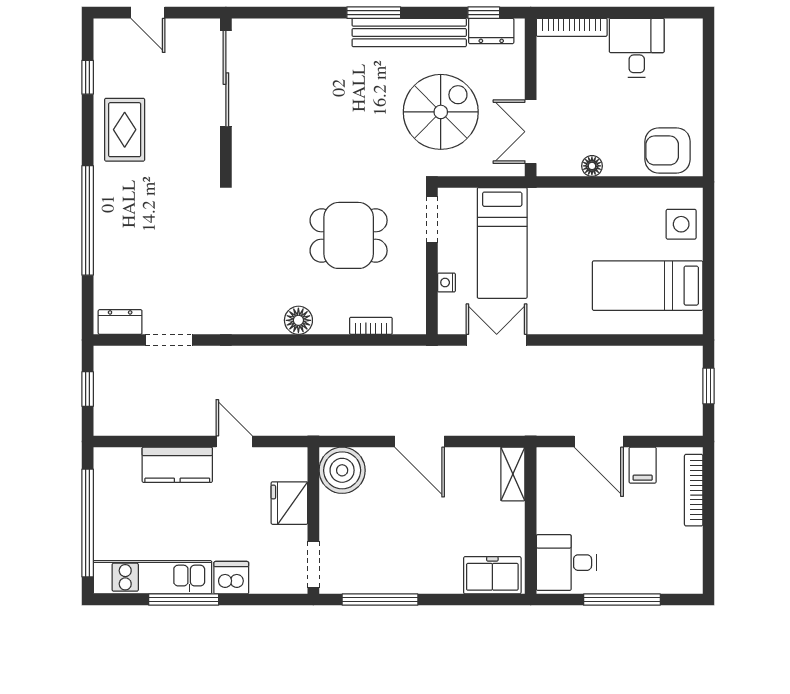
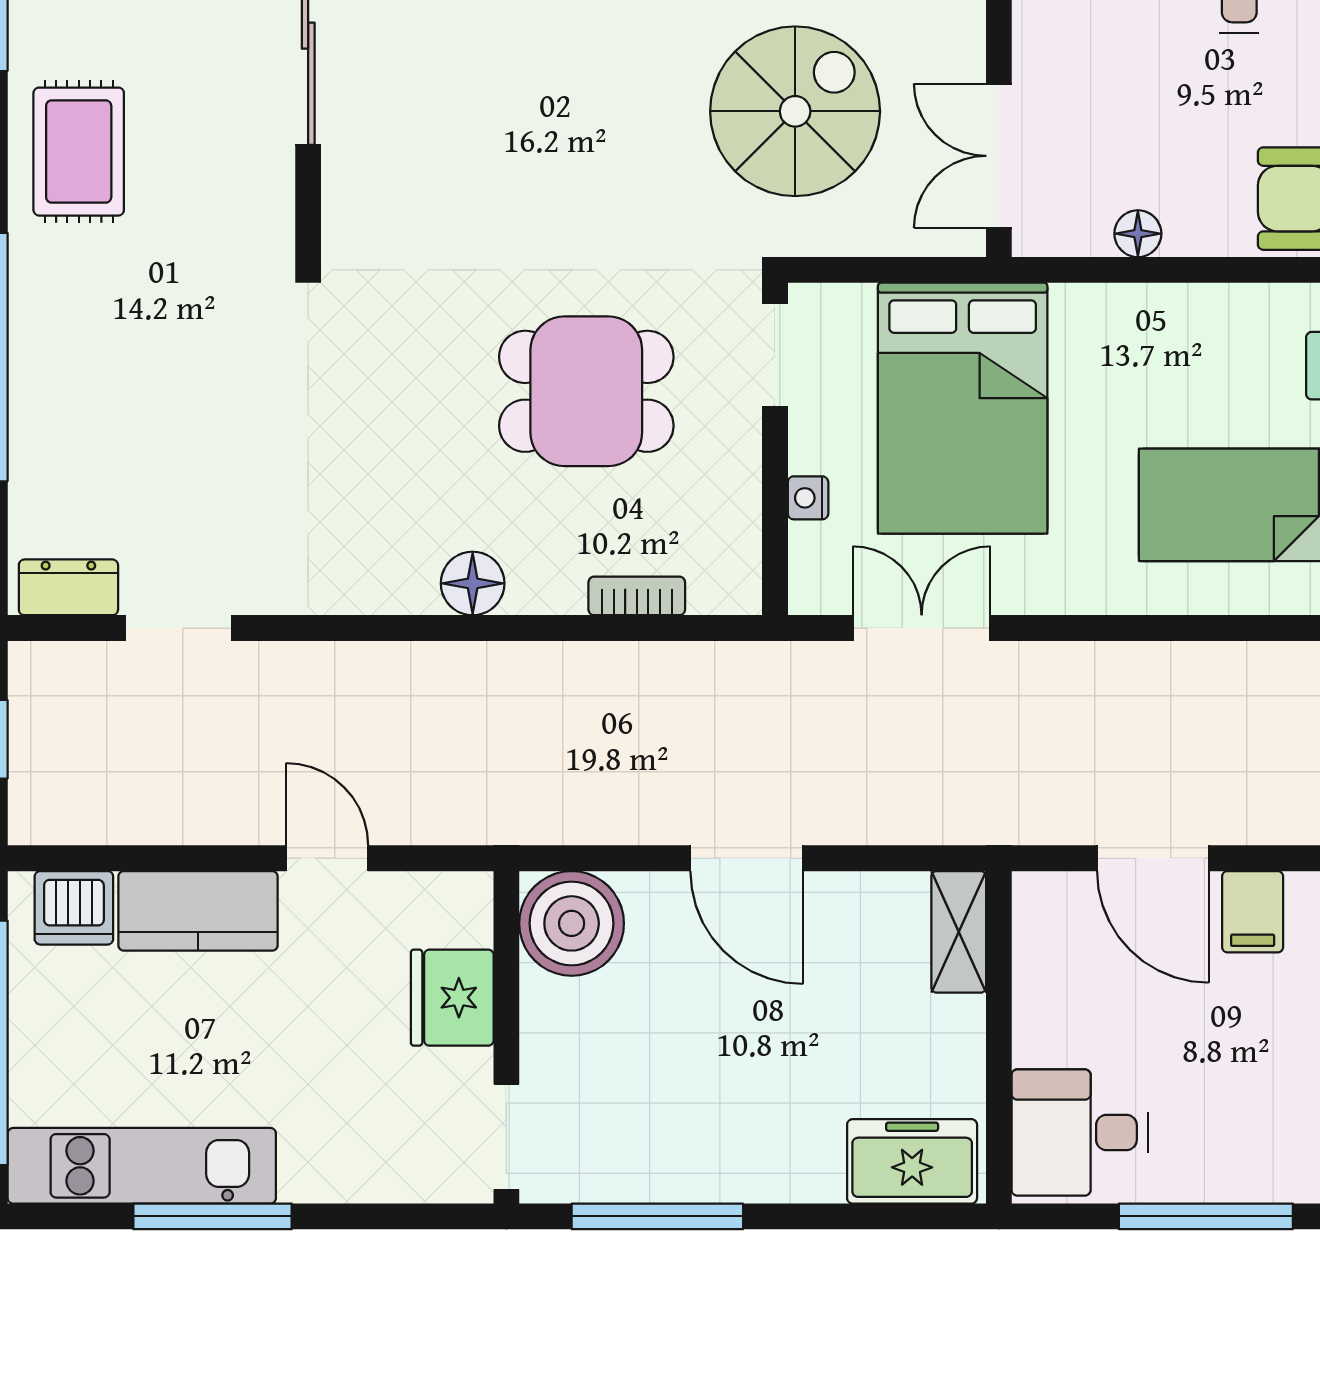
bed: (502, 243) -> (963, 408), width x1.50
dishwasher: (231, 578) -> (74, 908), moved, turned 180

